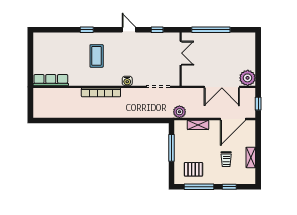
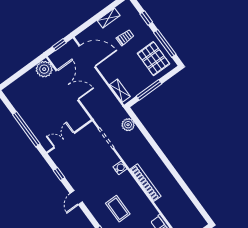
coffee table: (97, 56) -> (118, 209), turned 90
plant: (179, 112) -> (128, 125), moved
shelving: (198, 125) -> (120, 91), moved
pallet: (193, 169) -> (153, 59), width x1.50, depth x1.42

